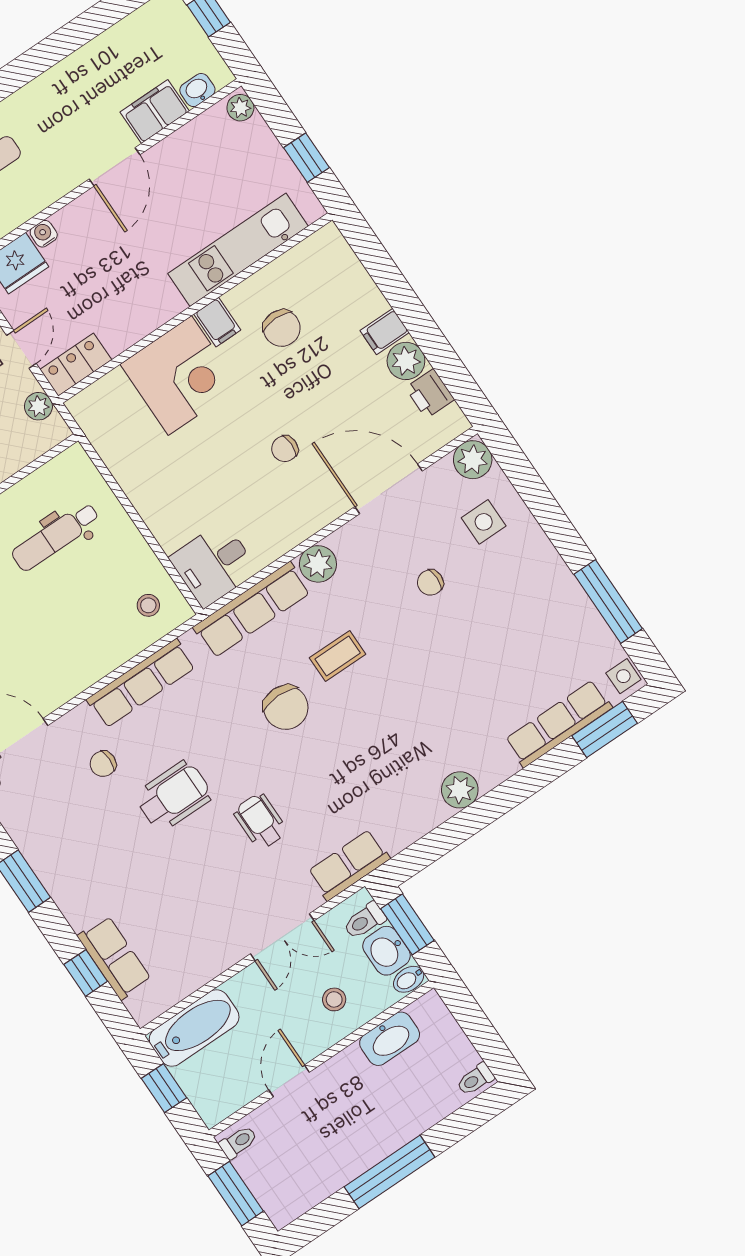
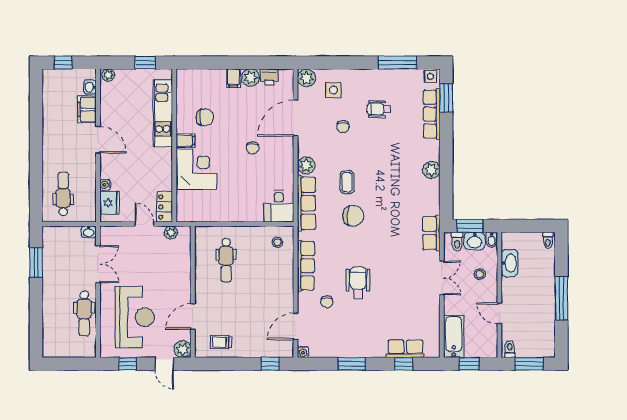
wheelchair: (260, 821) -> (379, 109), moved

